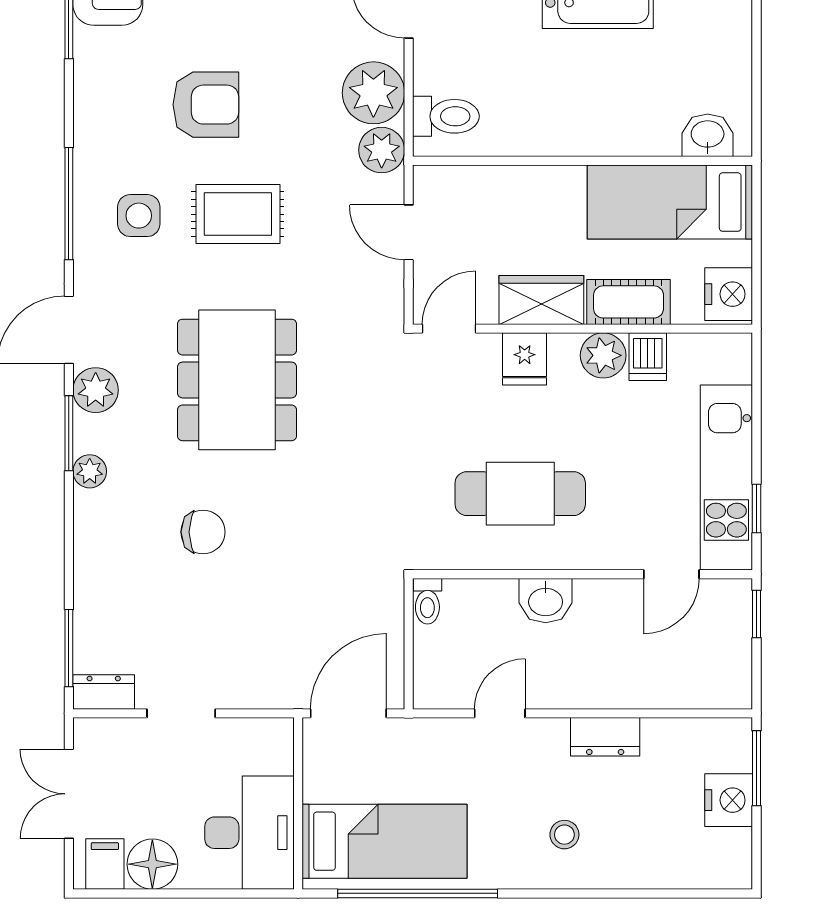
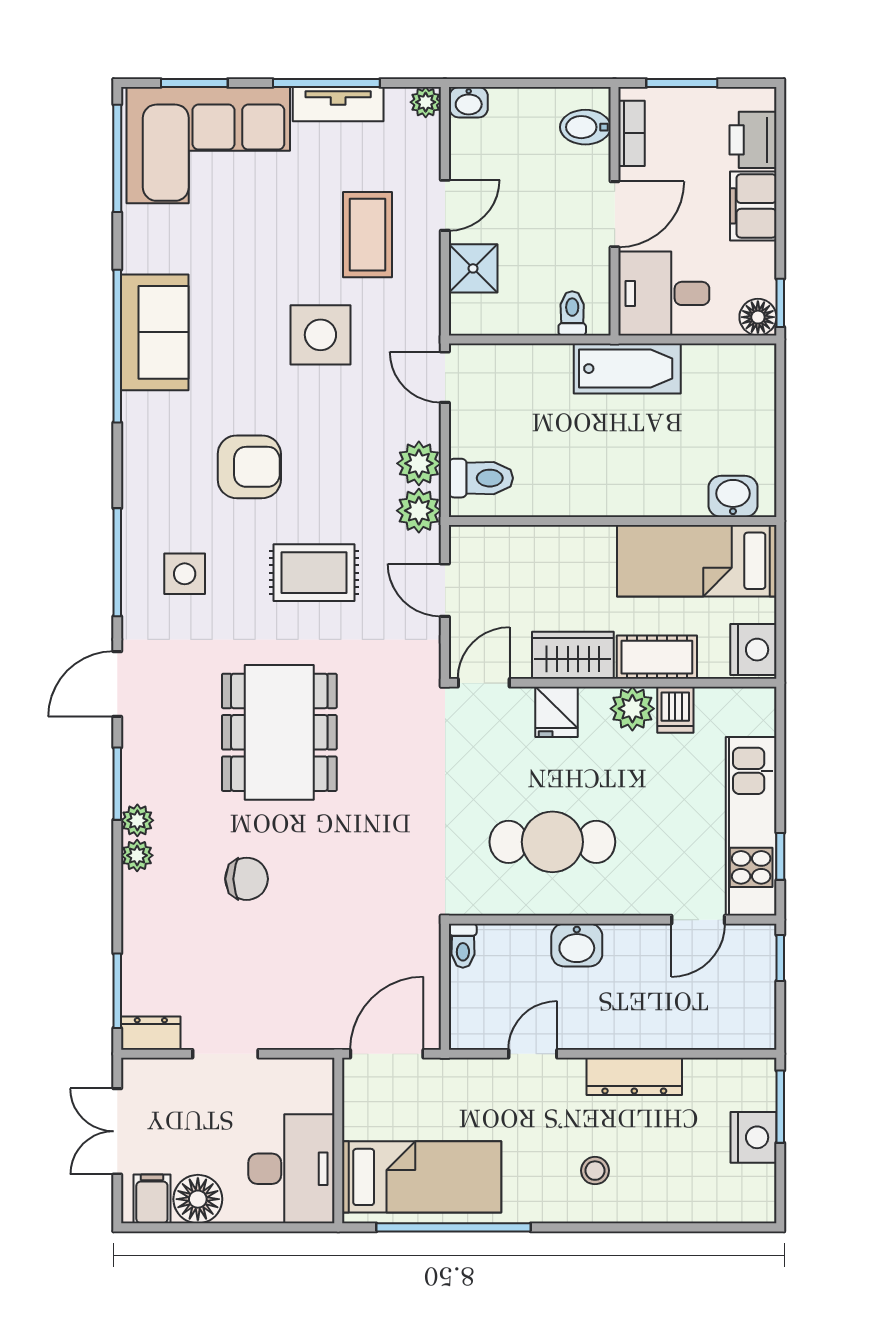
plant: (373, 93) -> (419, 463), width x0.73, depth x0.73
rug: (238, 214) -> (314, 573), moved
plant: (96, 390) -> (137, 855), moved, width x0.73, depth x0.73
dresser: (605, 737) -> (634, 1076), width x1.44

